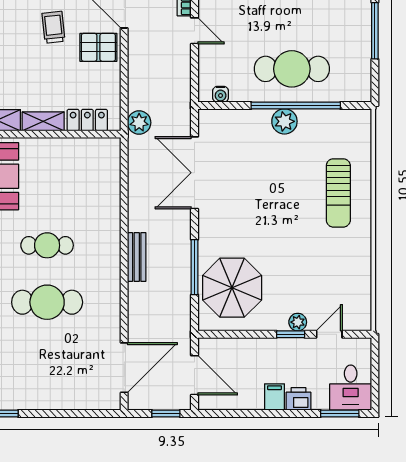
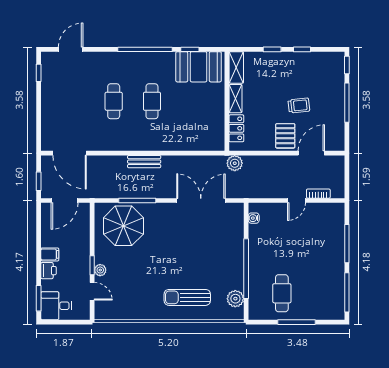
cafe table: (292, 69) -> (282, 293), moved, width x0.73, depth x0.74
plant: (284, 121) -> (235, 299), moved
cafe table: (47, 302) -> (114, 101), width x0.73, depth x0.74

